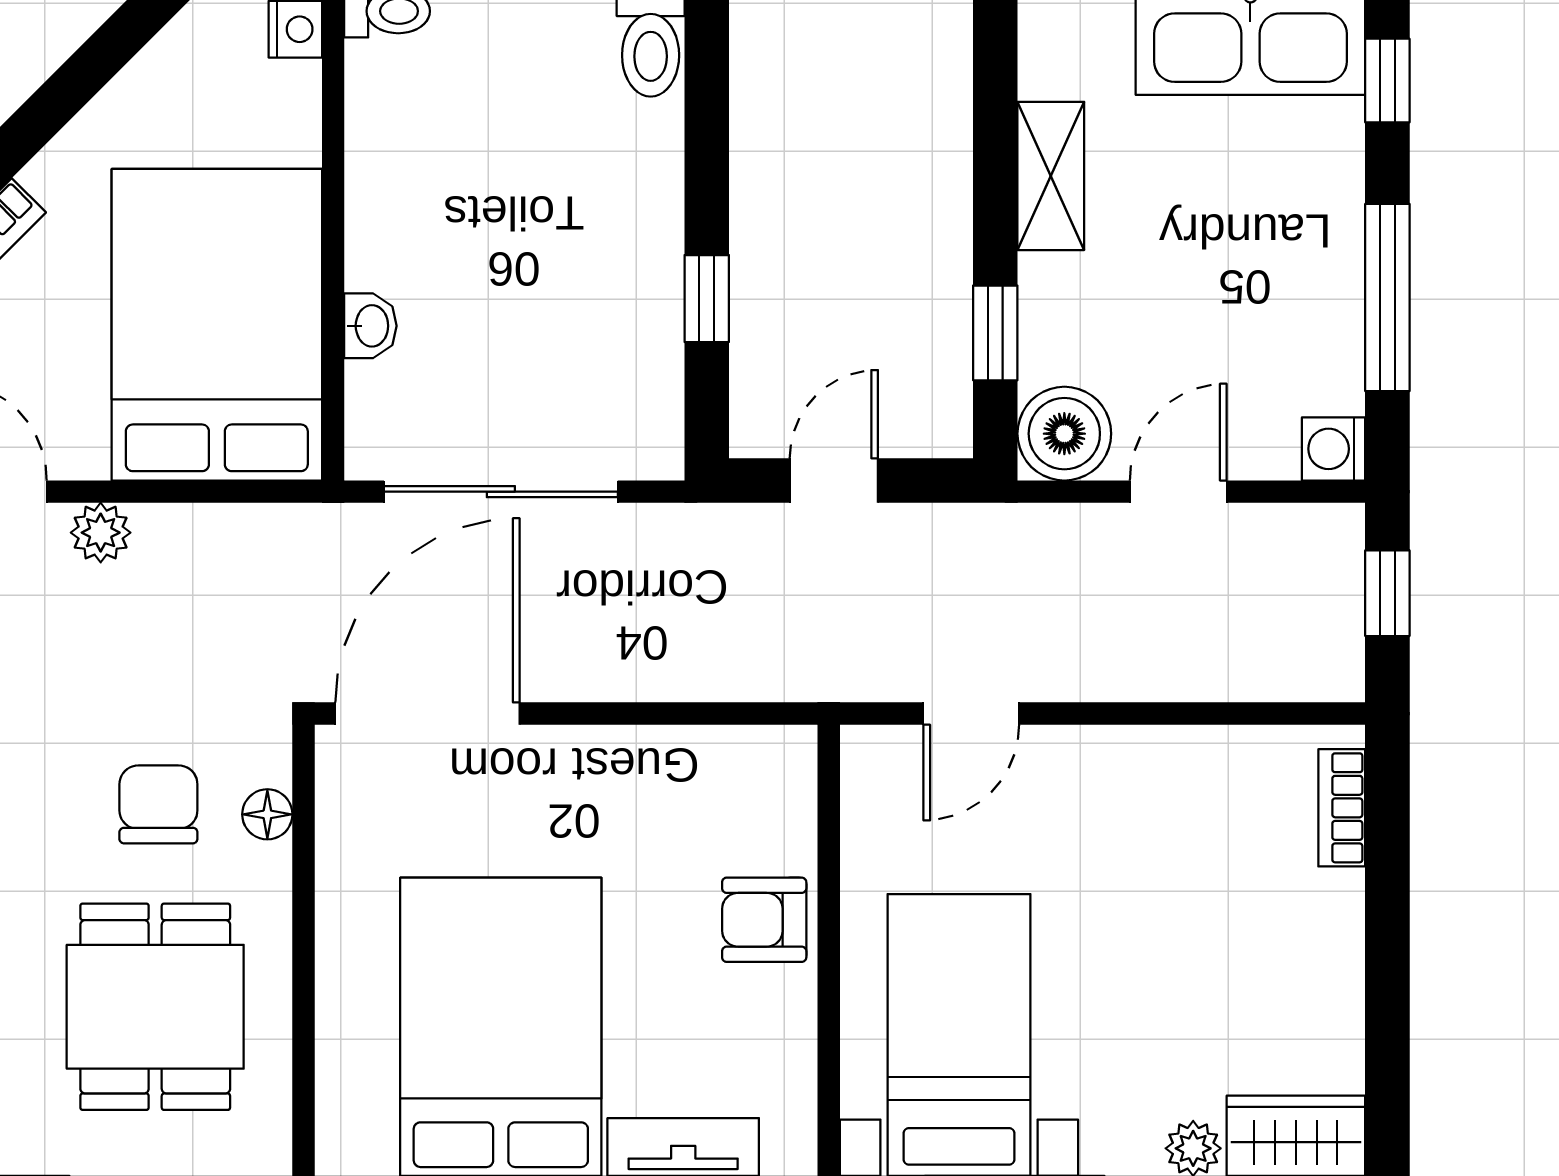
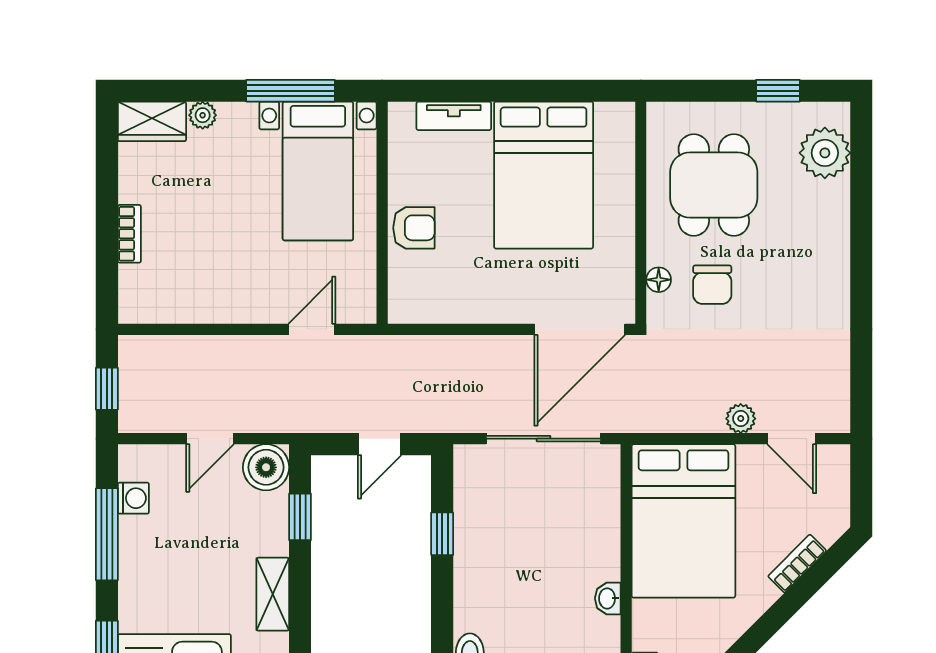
washbasin: (370, 326) -> (608, 598), moved
washing machine: (1334, 449) -> (133, 498), moved
bookcase: (1342, 808) -> (129, 234), moved

